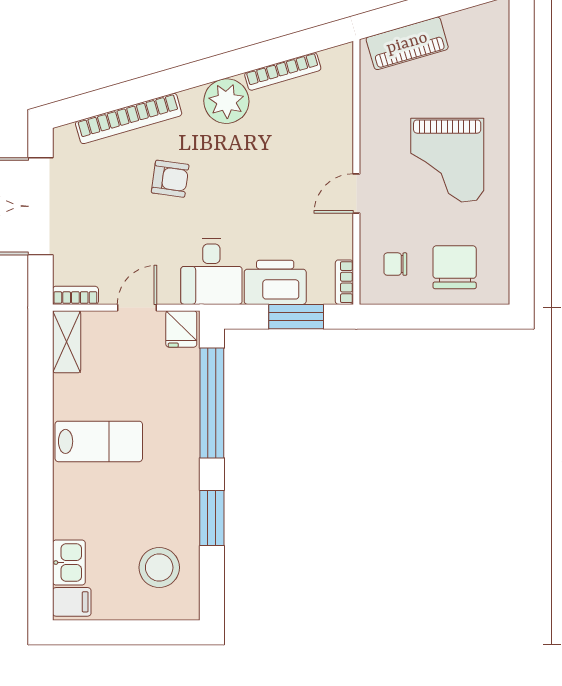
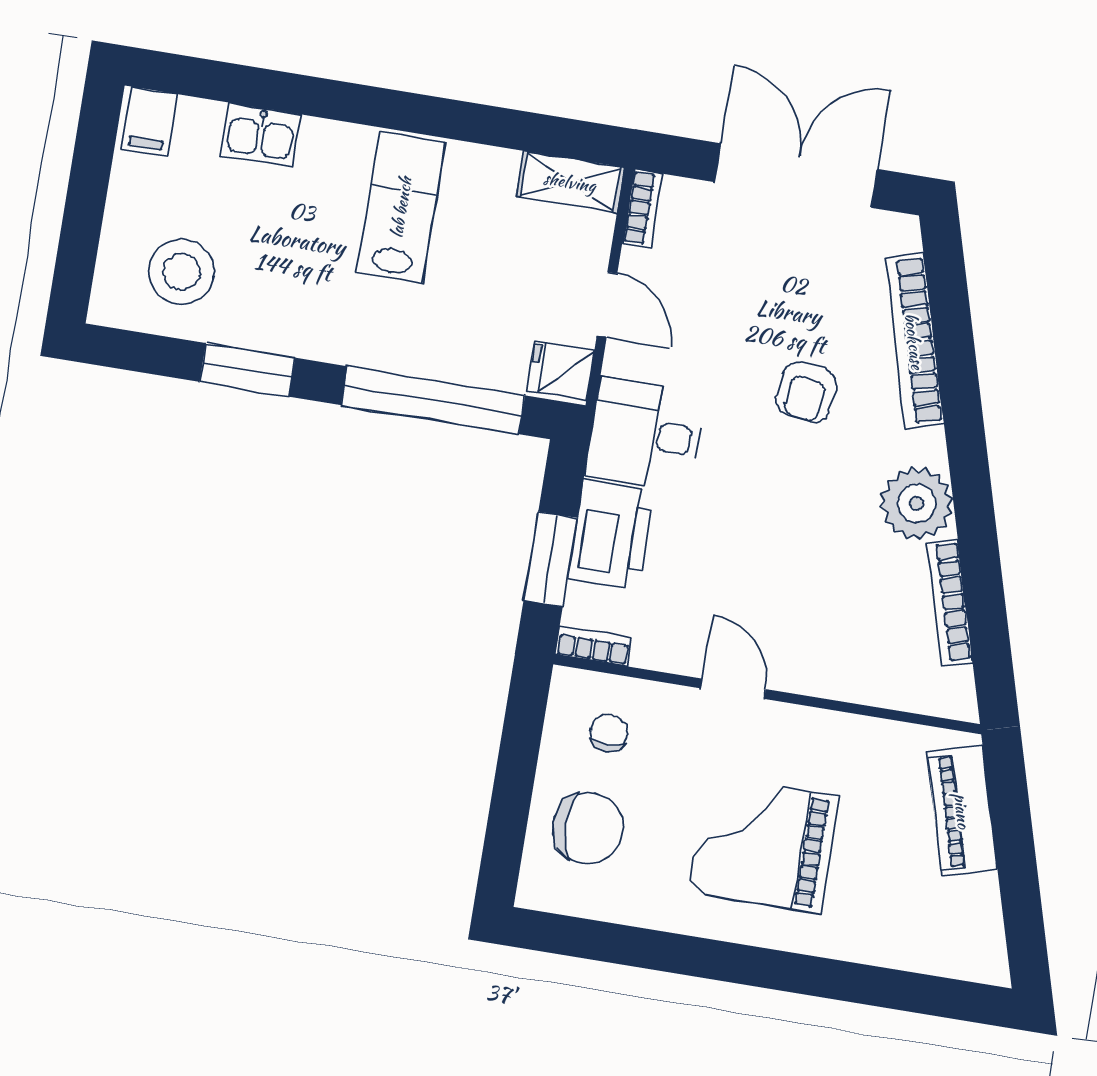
lab bench: (99, 441) -> (401, 207), turned 180
kitchen sink: (69, 563) -> (261, 135), moved

